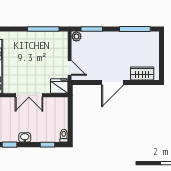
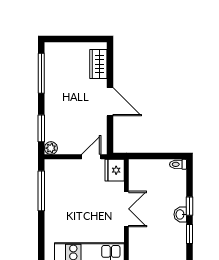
window: (47, 145) -> (190, 206), moved

